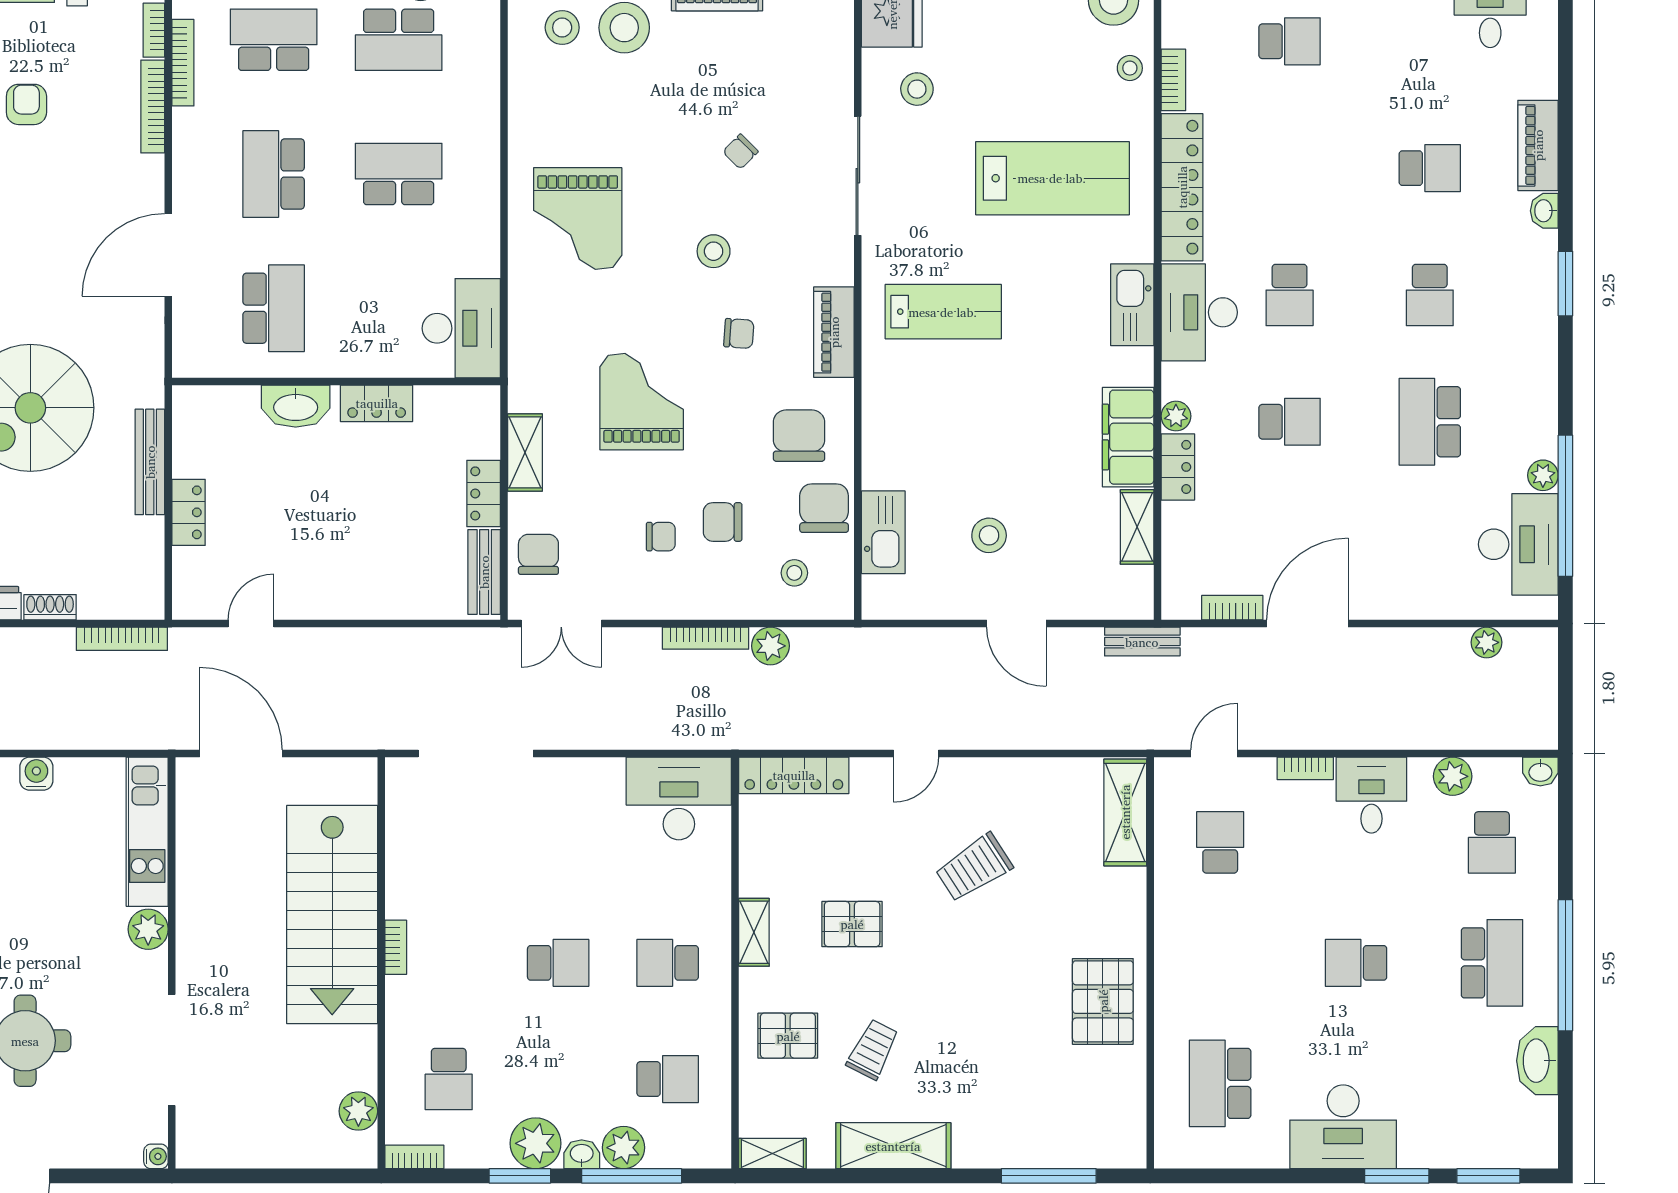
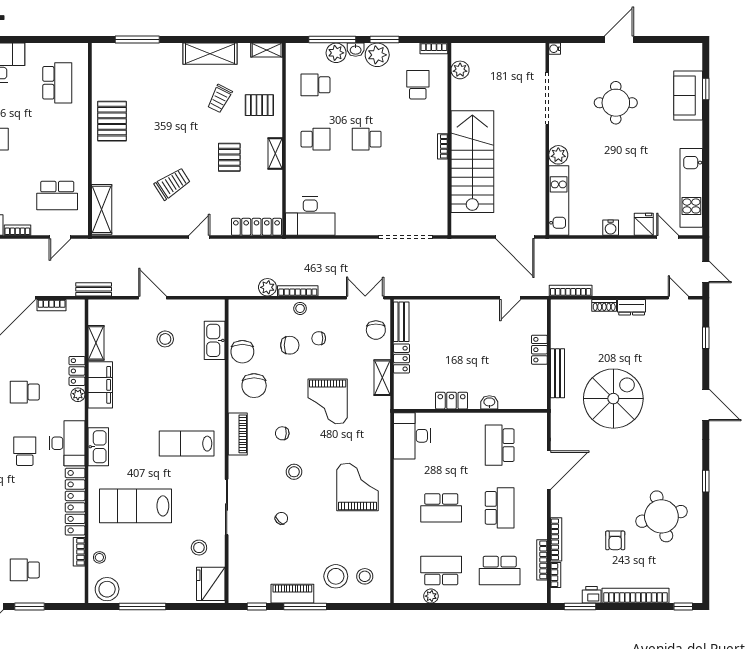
washbasin: (296, 406) -> (489, 402), width x0.52, depth x0.69
stool: (794, 573) -> (300, 308), moved
school desk: (1220, 842) -> (57, 195), width x1.85
pallet: (852, 924) -> (229, 157), turned 90

